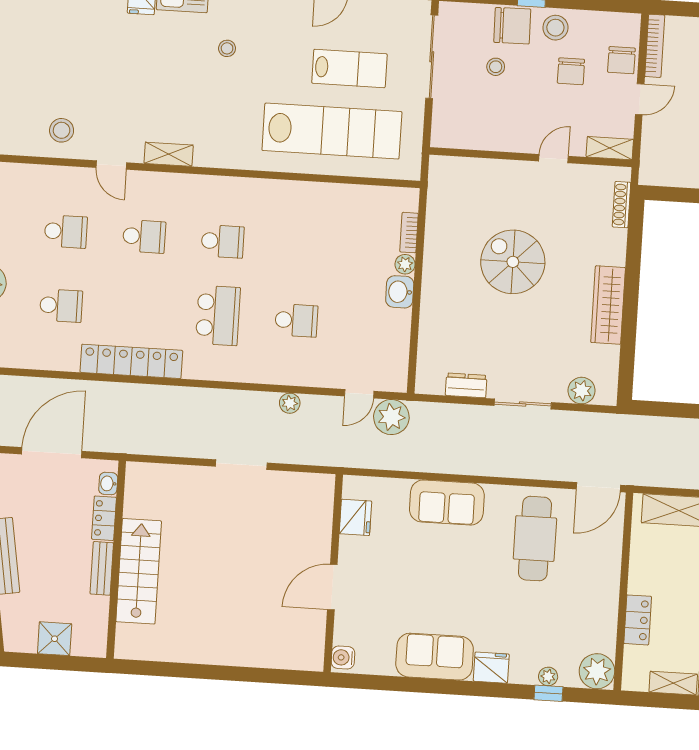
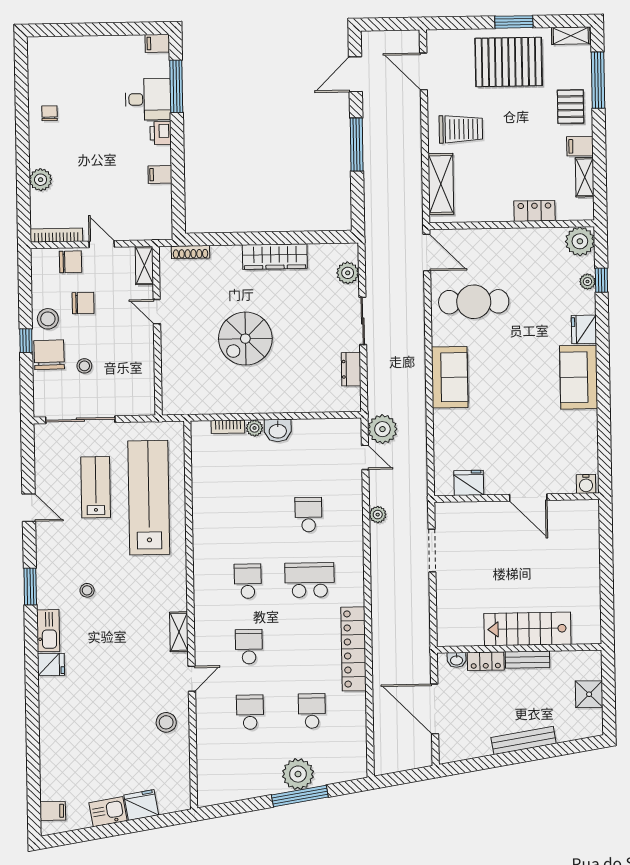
fridge: (355, 517) -> (469, 483), moved
wall: (333, 573) -> (517, 498), moved
door: (332, 587) -> (528, 497), moved
water cooler: (343, 658) -> (586, 484), moved

